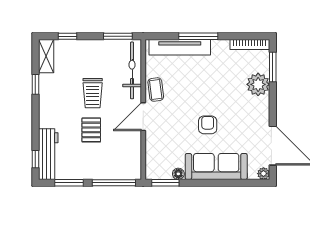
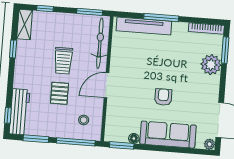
coffee table: (156, 89) -> (120, 62), removed
stool: (121, 158) -> (84, 120), added

